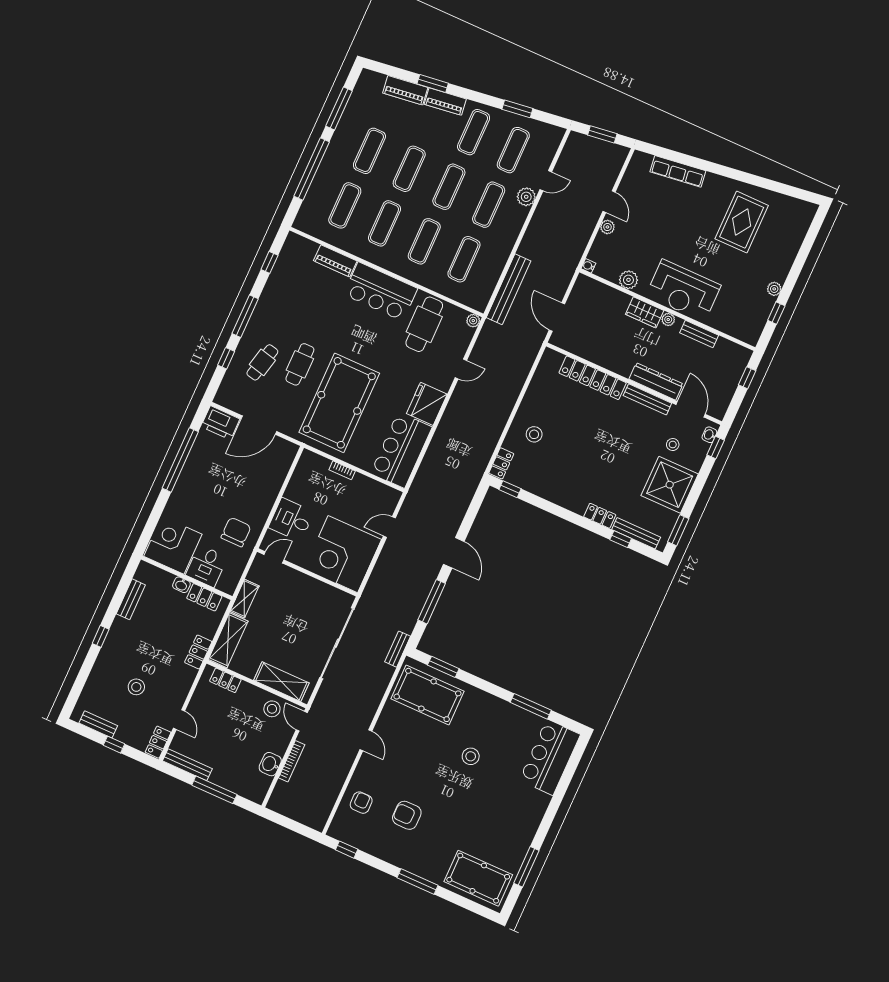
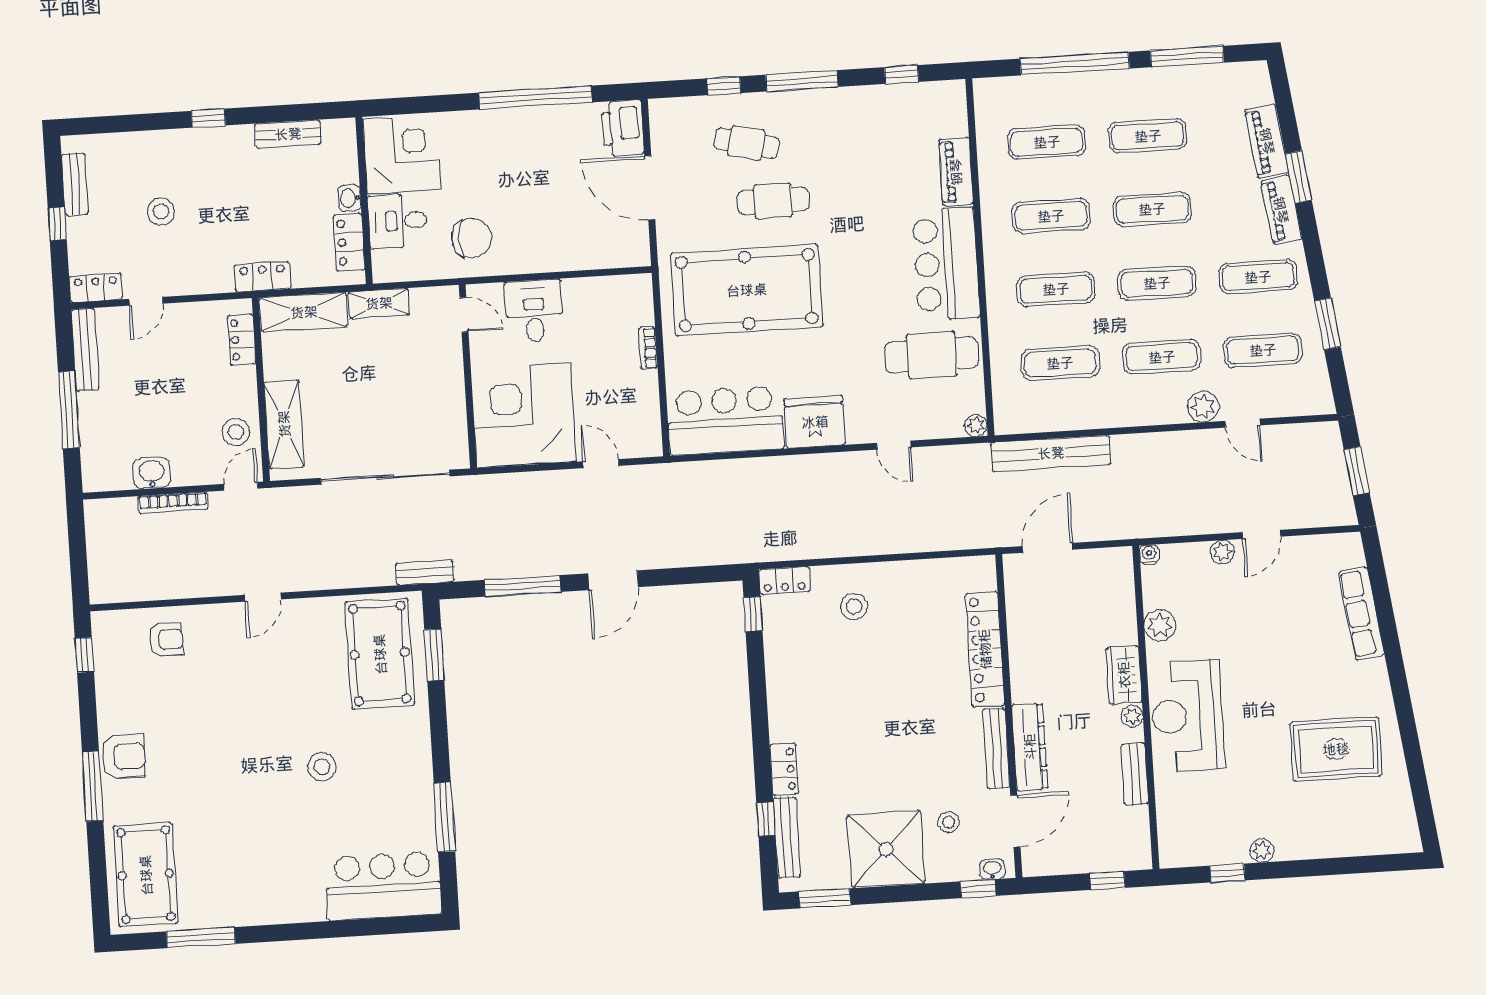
armchair: (407, 815) -> (123, 757), moved, turned 90

